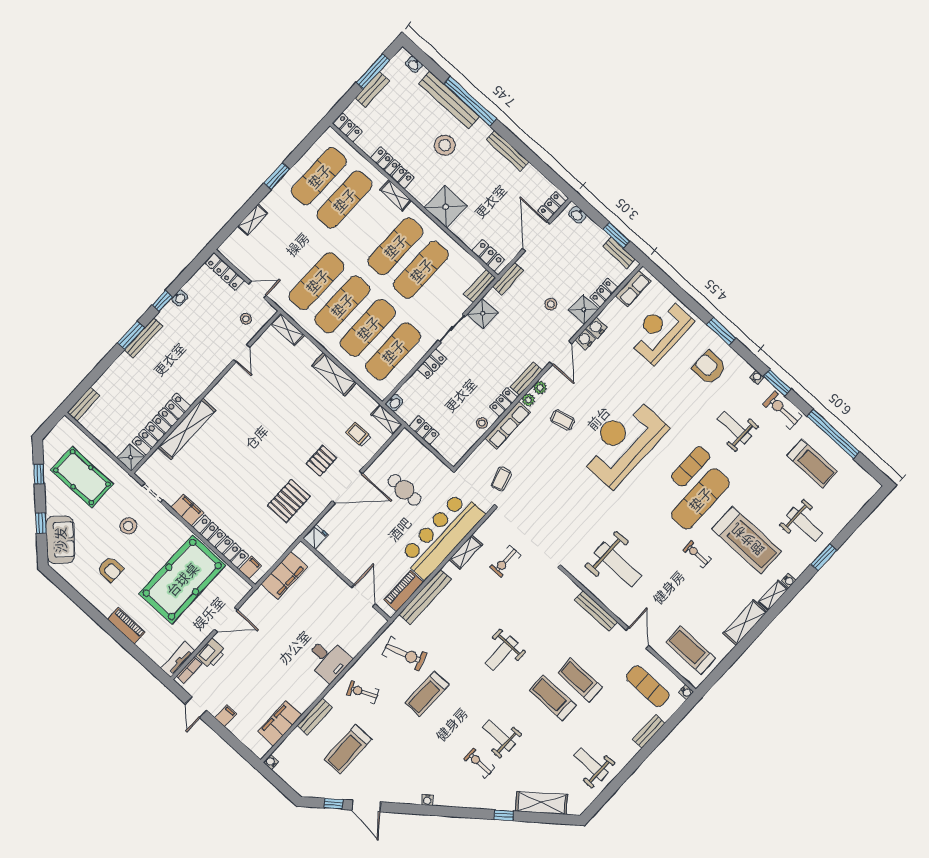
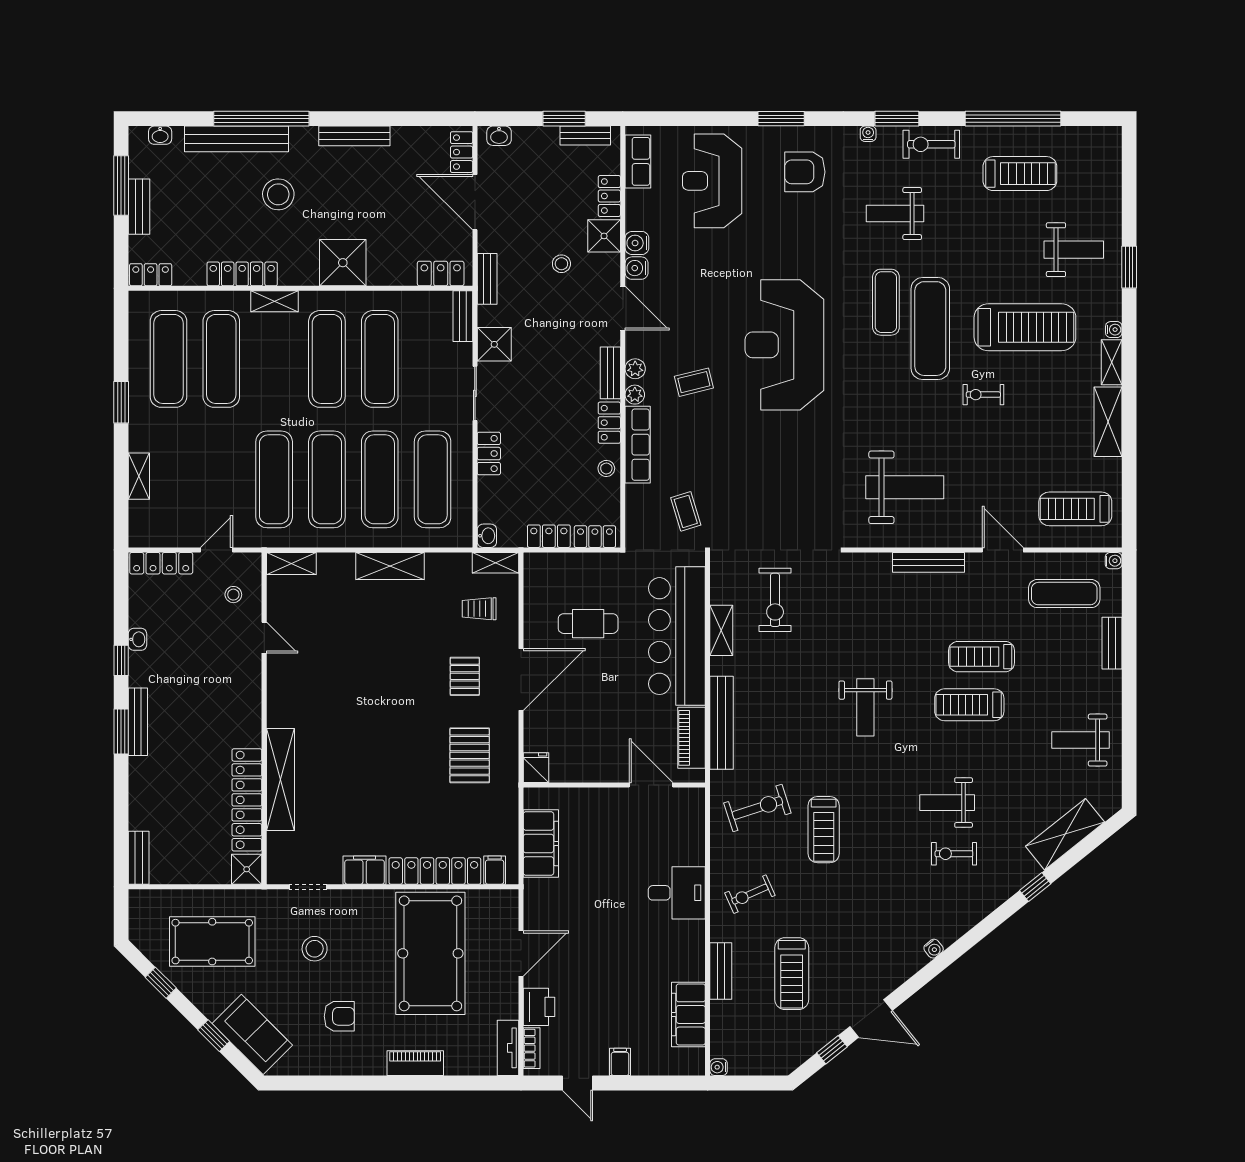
locker: (446, 451) -> (595, 537), added
exercise bike: (505, 561) -> (775, 600), width x1.38, depth x1.39

